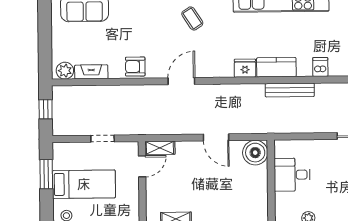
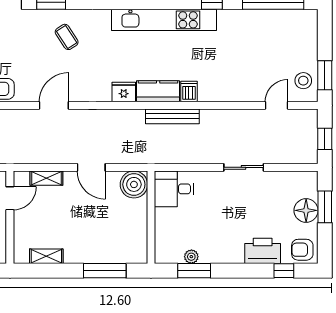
dishwasher: (320, 67) -> (189, 91), moved
shelving: (160, 148) -> (46, 178), moved
desk: (292, 175) -> (174, 189), moved

